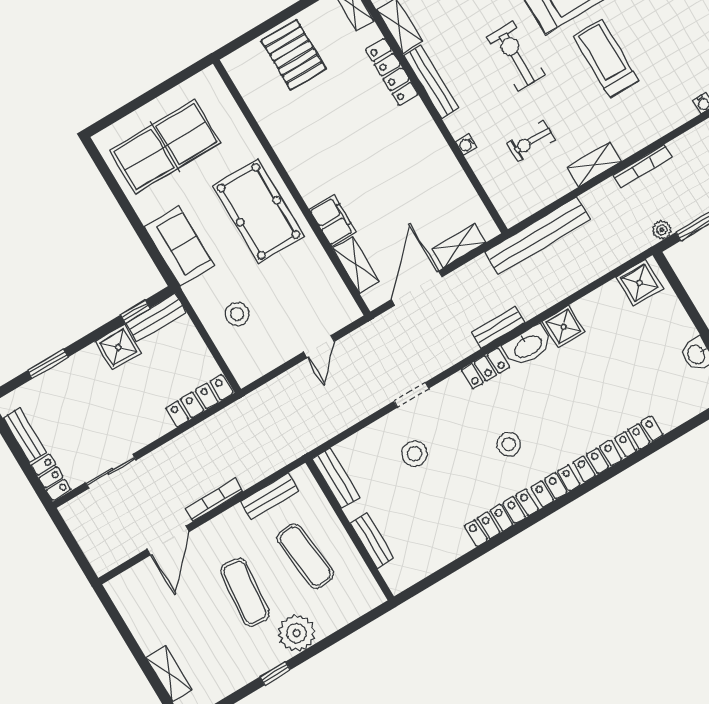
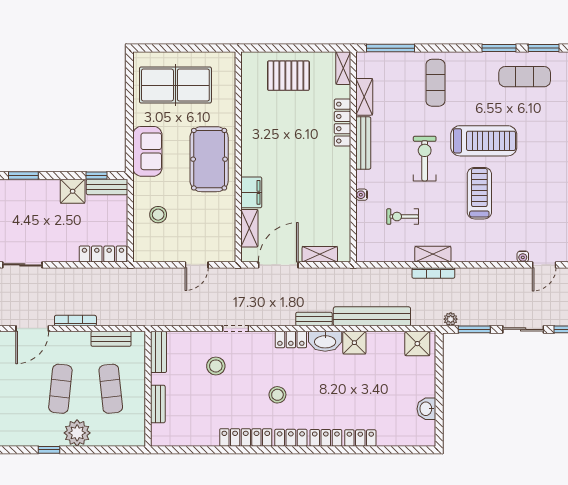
pallet: (294, 55) -> (288, 76), turned 90
bookcase: (643, 166) -> (433, 273), moved
bench: (538, 236) -> (372, 316), moved

